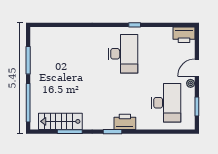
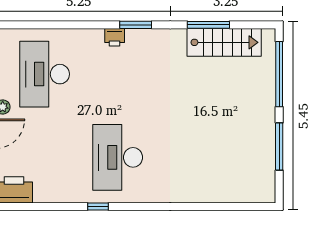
printer: (125, 122) -> (115, 37), width x0.53, depth x0.68

